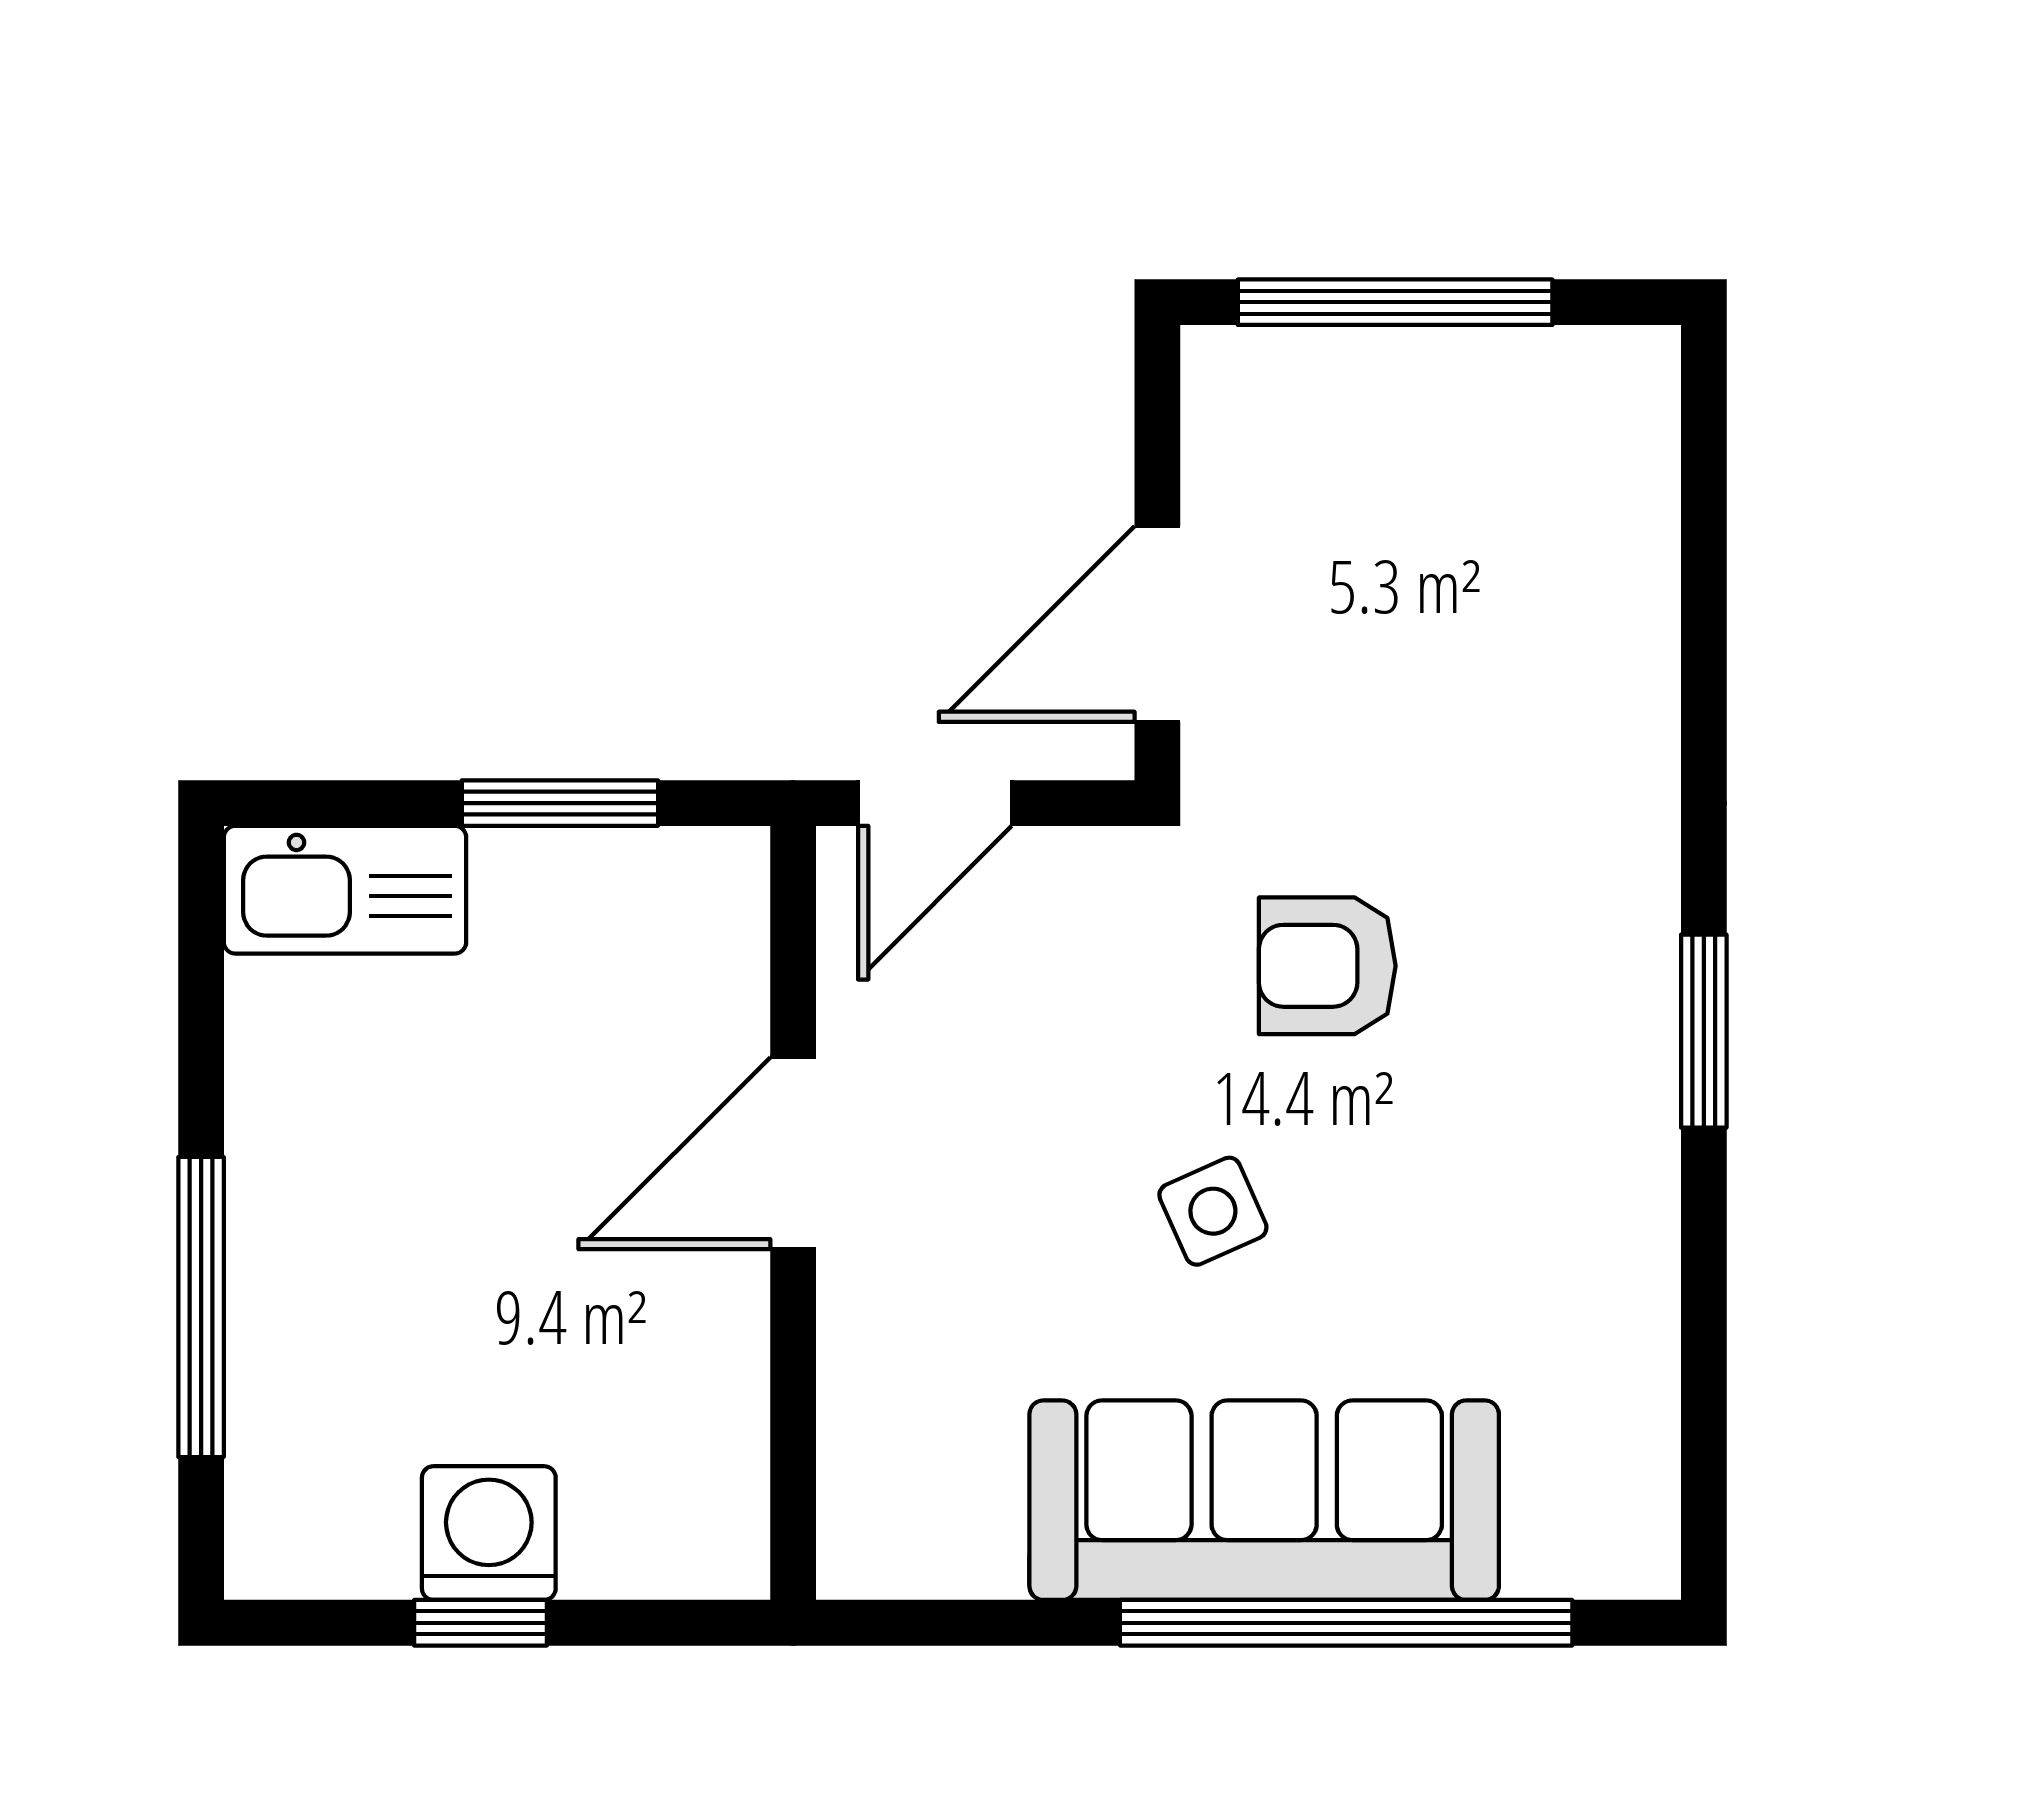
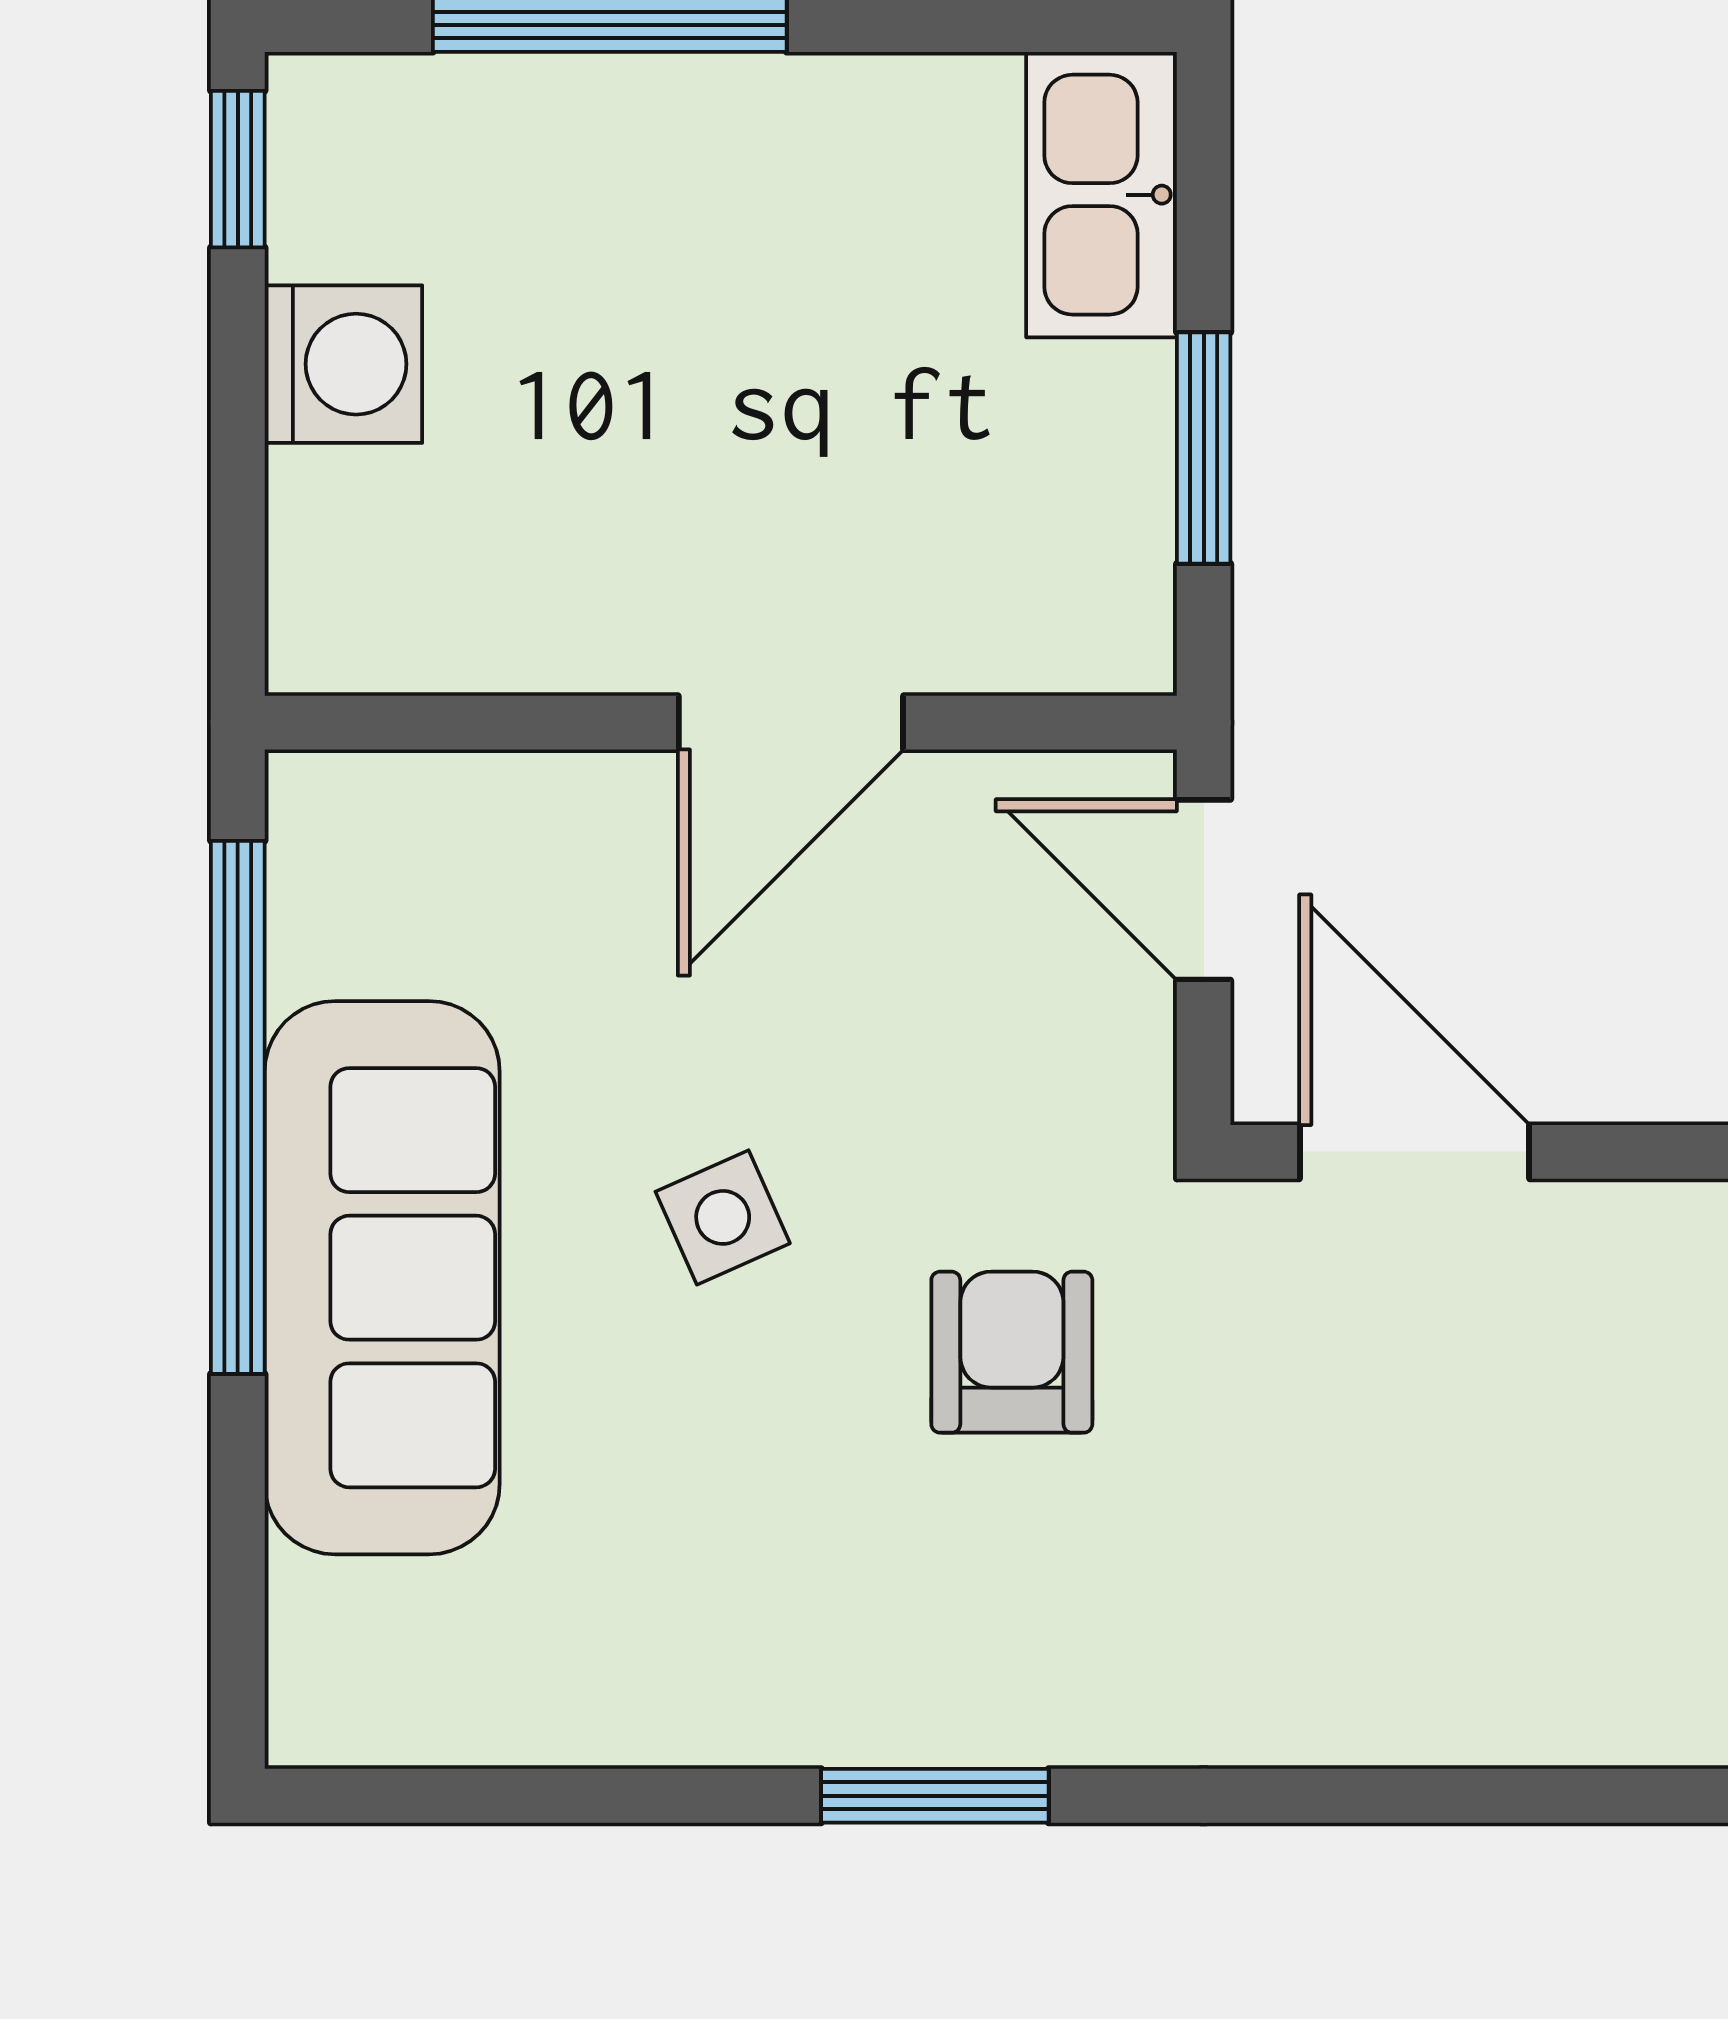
door: (793, 1153) -> (791, 723), swing flipped
window: (480, 1623) -> (238, 169), moved
window: (1346, 1623) -> (238, 1107), moved

